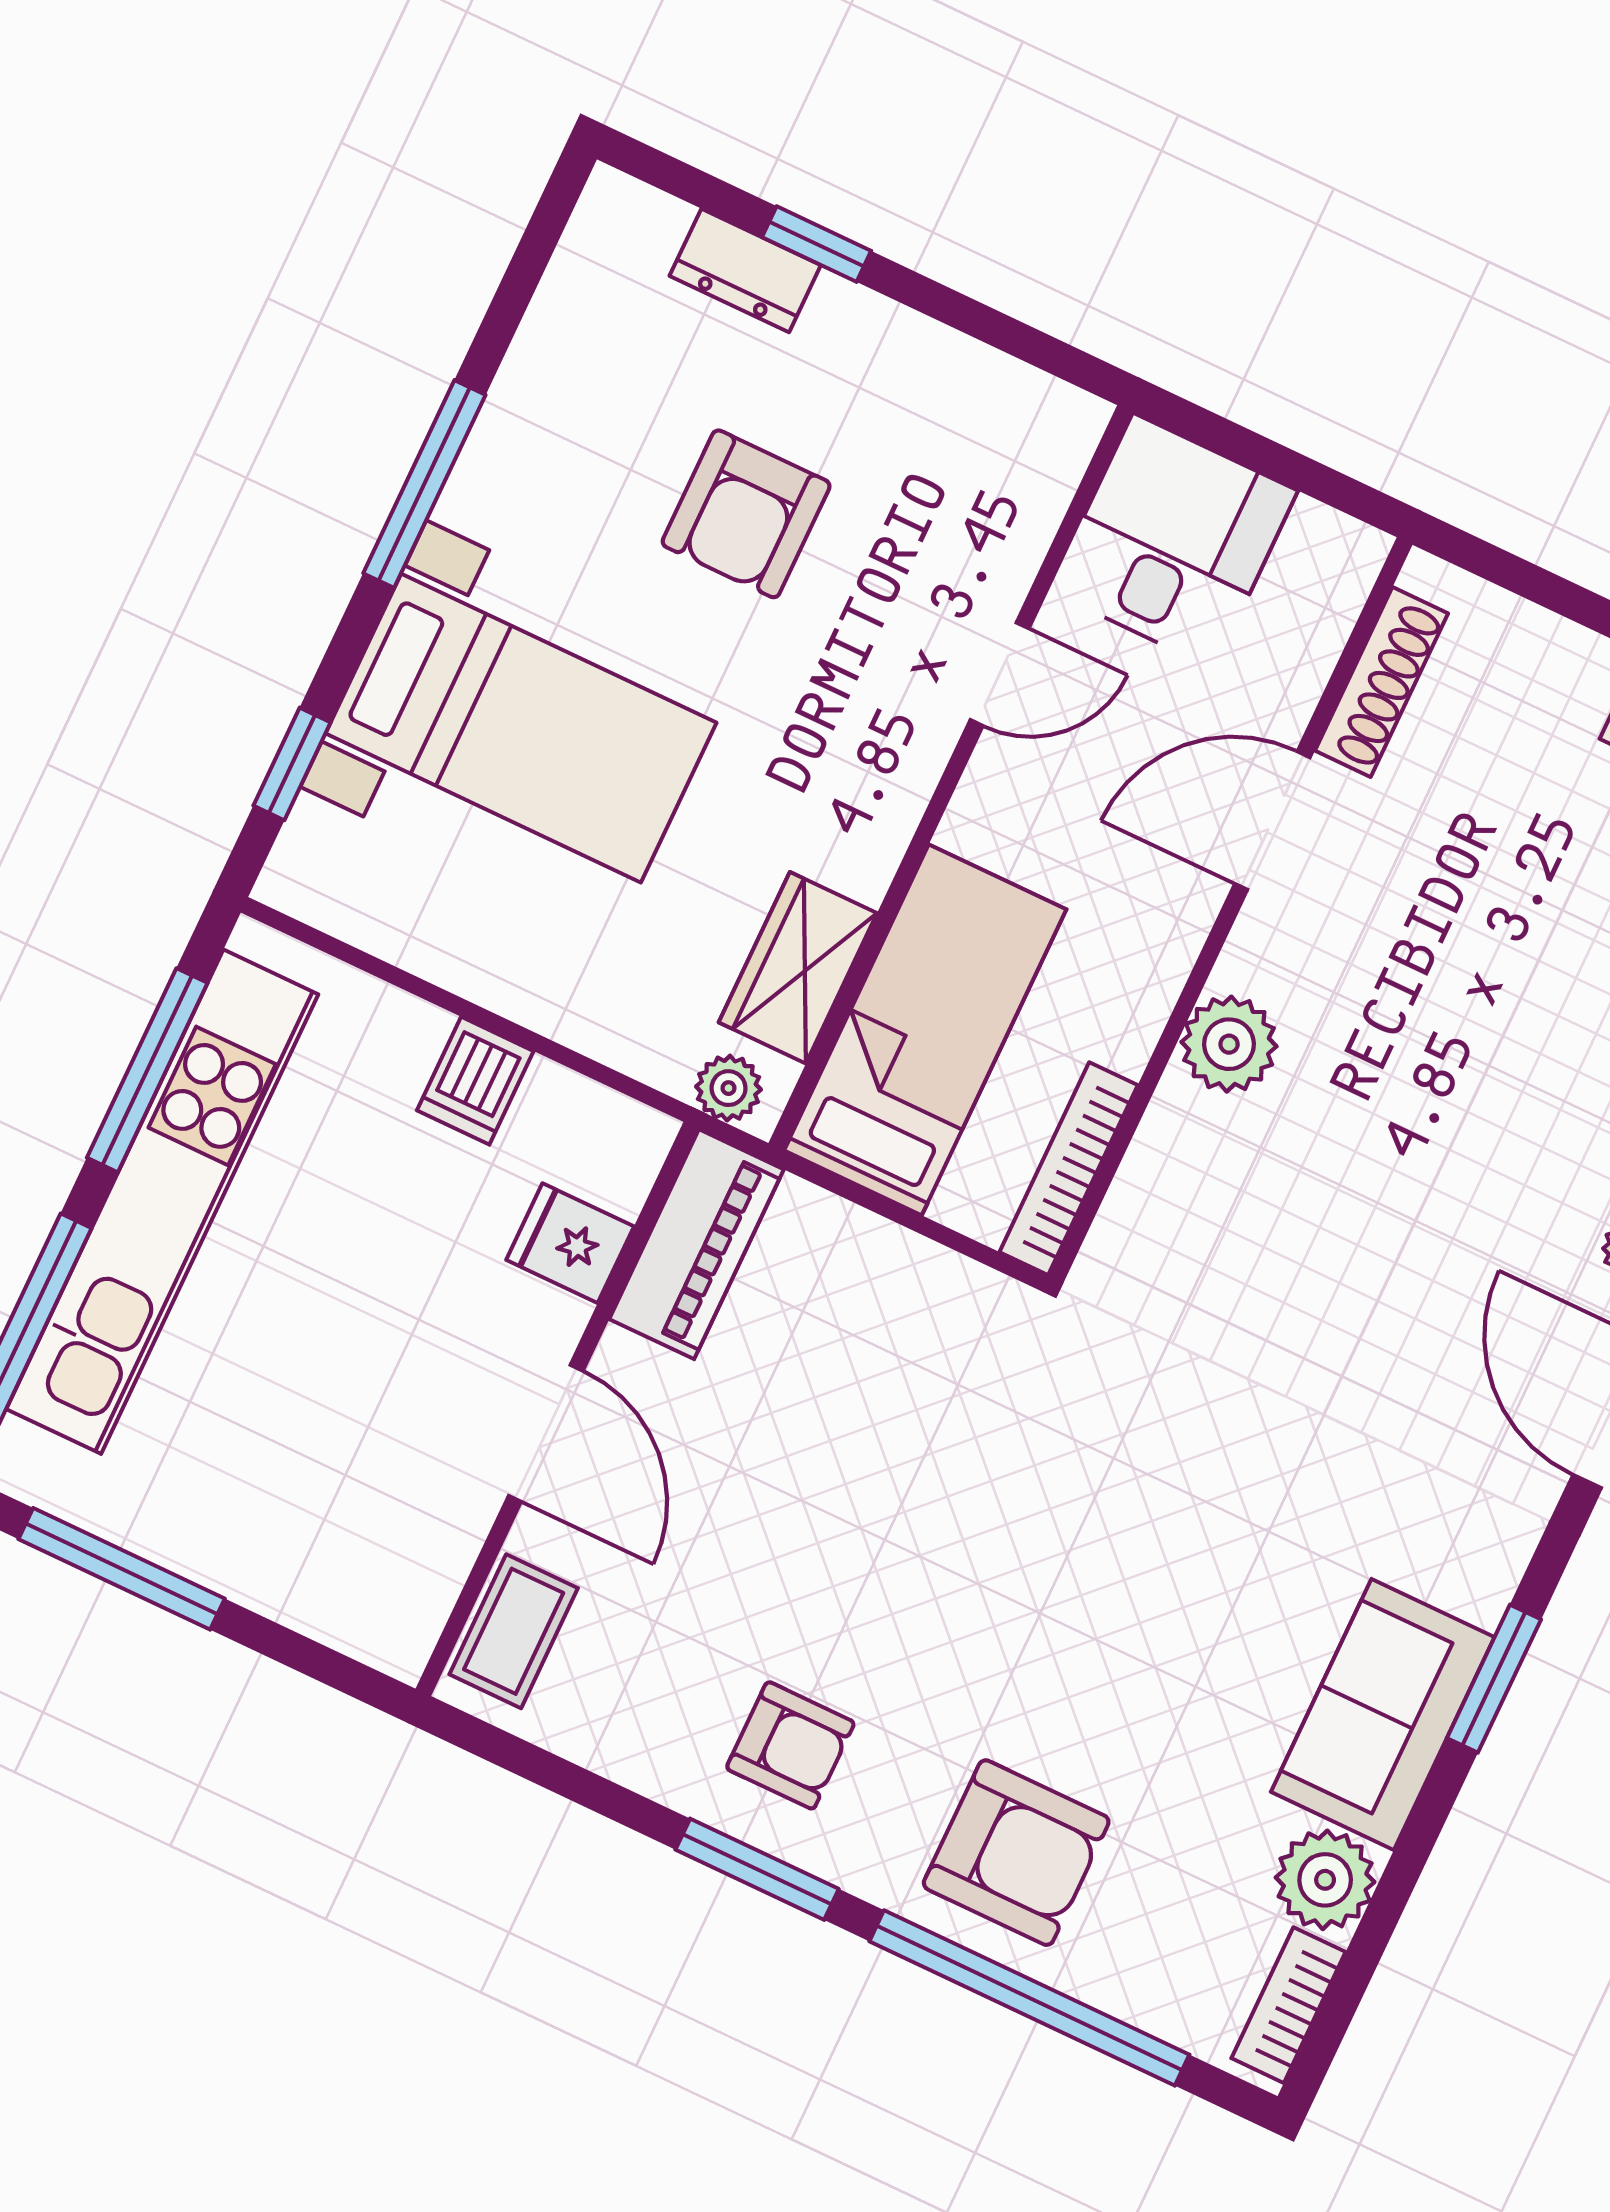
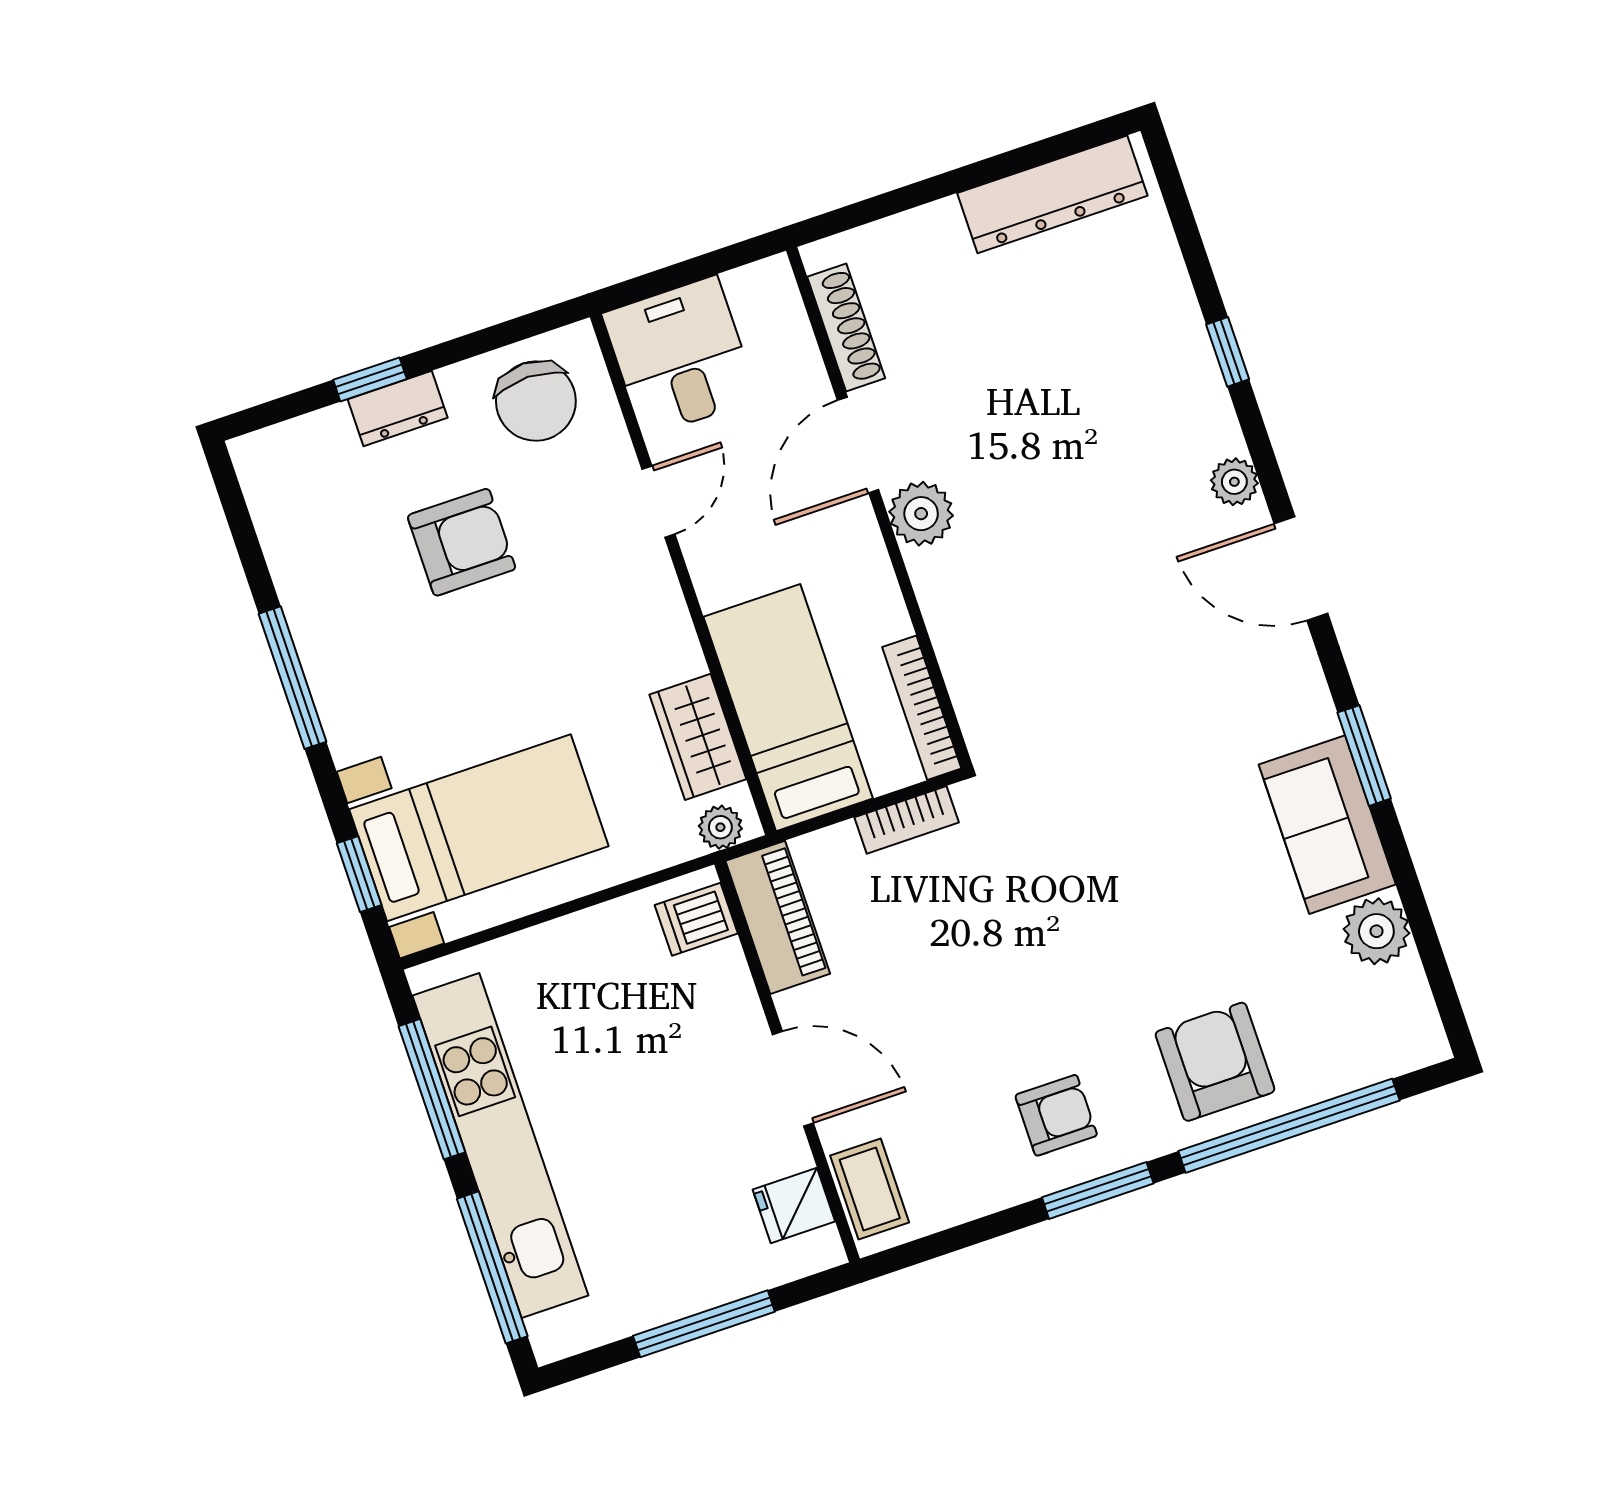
dresser: (745, 270) -> (398, 408), moved
chair: (972, 439) -> (536, 401), added
armchair: (746, 514) -> (462, 542), turned -90
bed with nightstands: (521, 728) -> (479, 828), moved
plant: (1229, 1044) -> (921, 514), moved
dishwasher: (475, 1081) -> (696, 919), moved, turned 90
fridge: (570, 1243) -> (794, 1205), moved
window: (122, 1569) -> (704, 1324), moved
armchair: (1016, 1853) -> (1215, 1062), turned -90
bookcase: (1289, 2005) -> (907, 820), moved, turned -90

